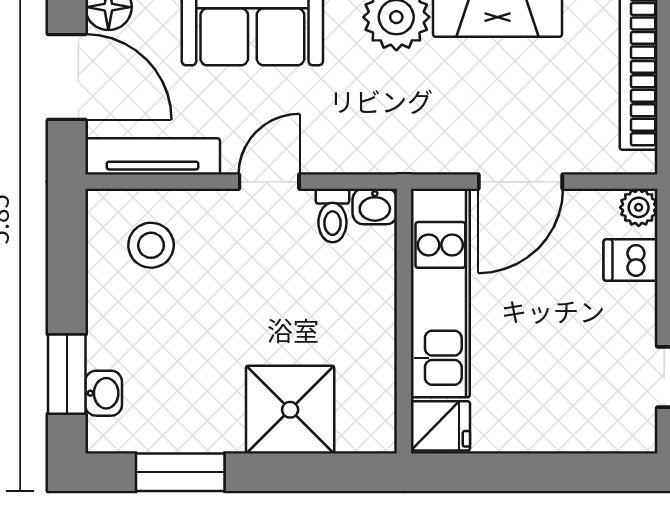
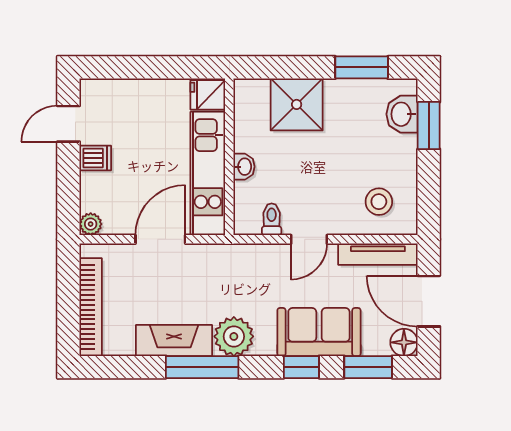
washbasin: (375, 206) -> (244, 167), moved, turned 90
dishwasher: (631, 260) -> (95, 158), moved
washbasin: (104, 393) -> (402, 114), width x1.38, depth x1.45

